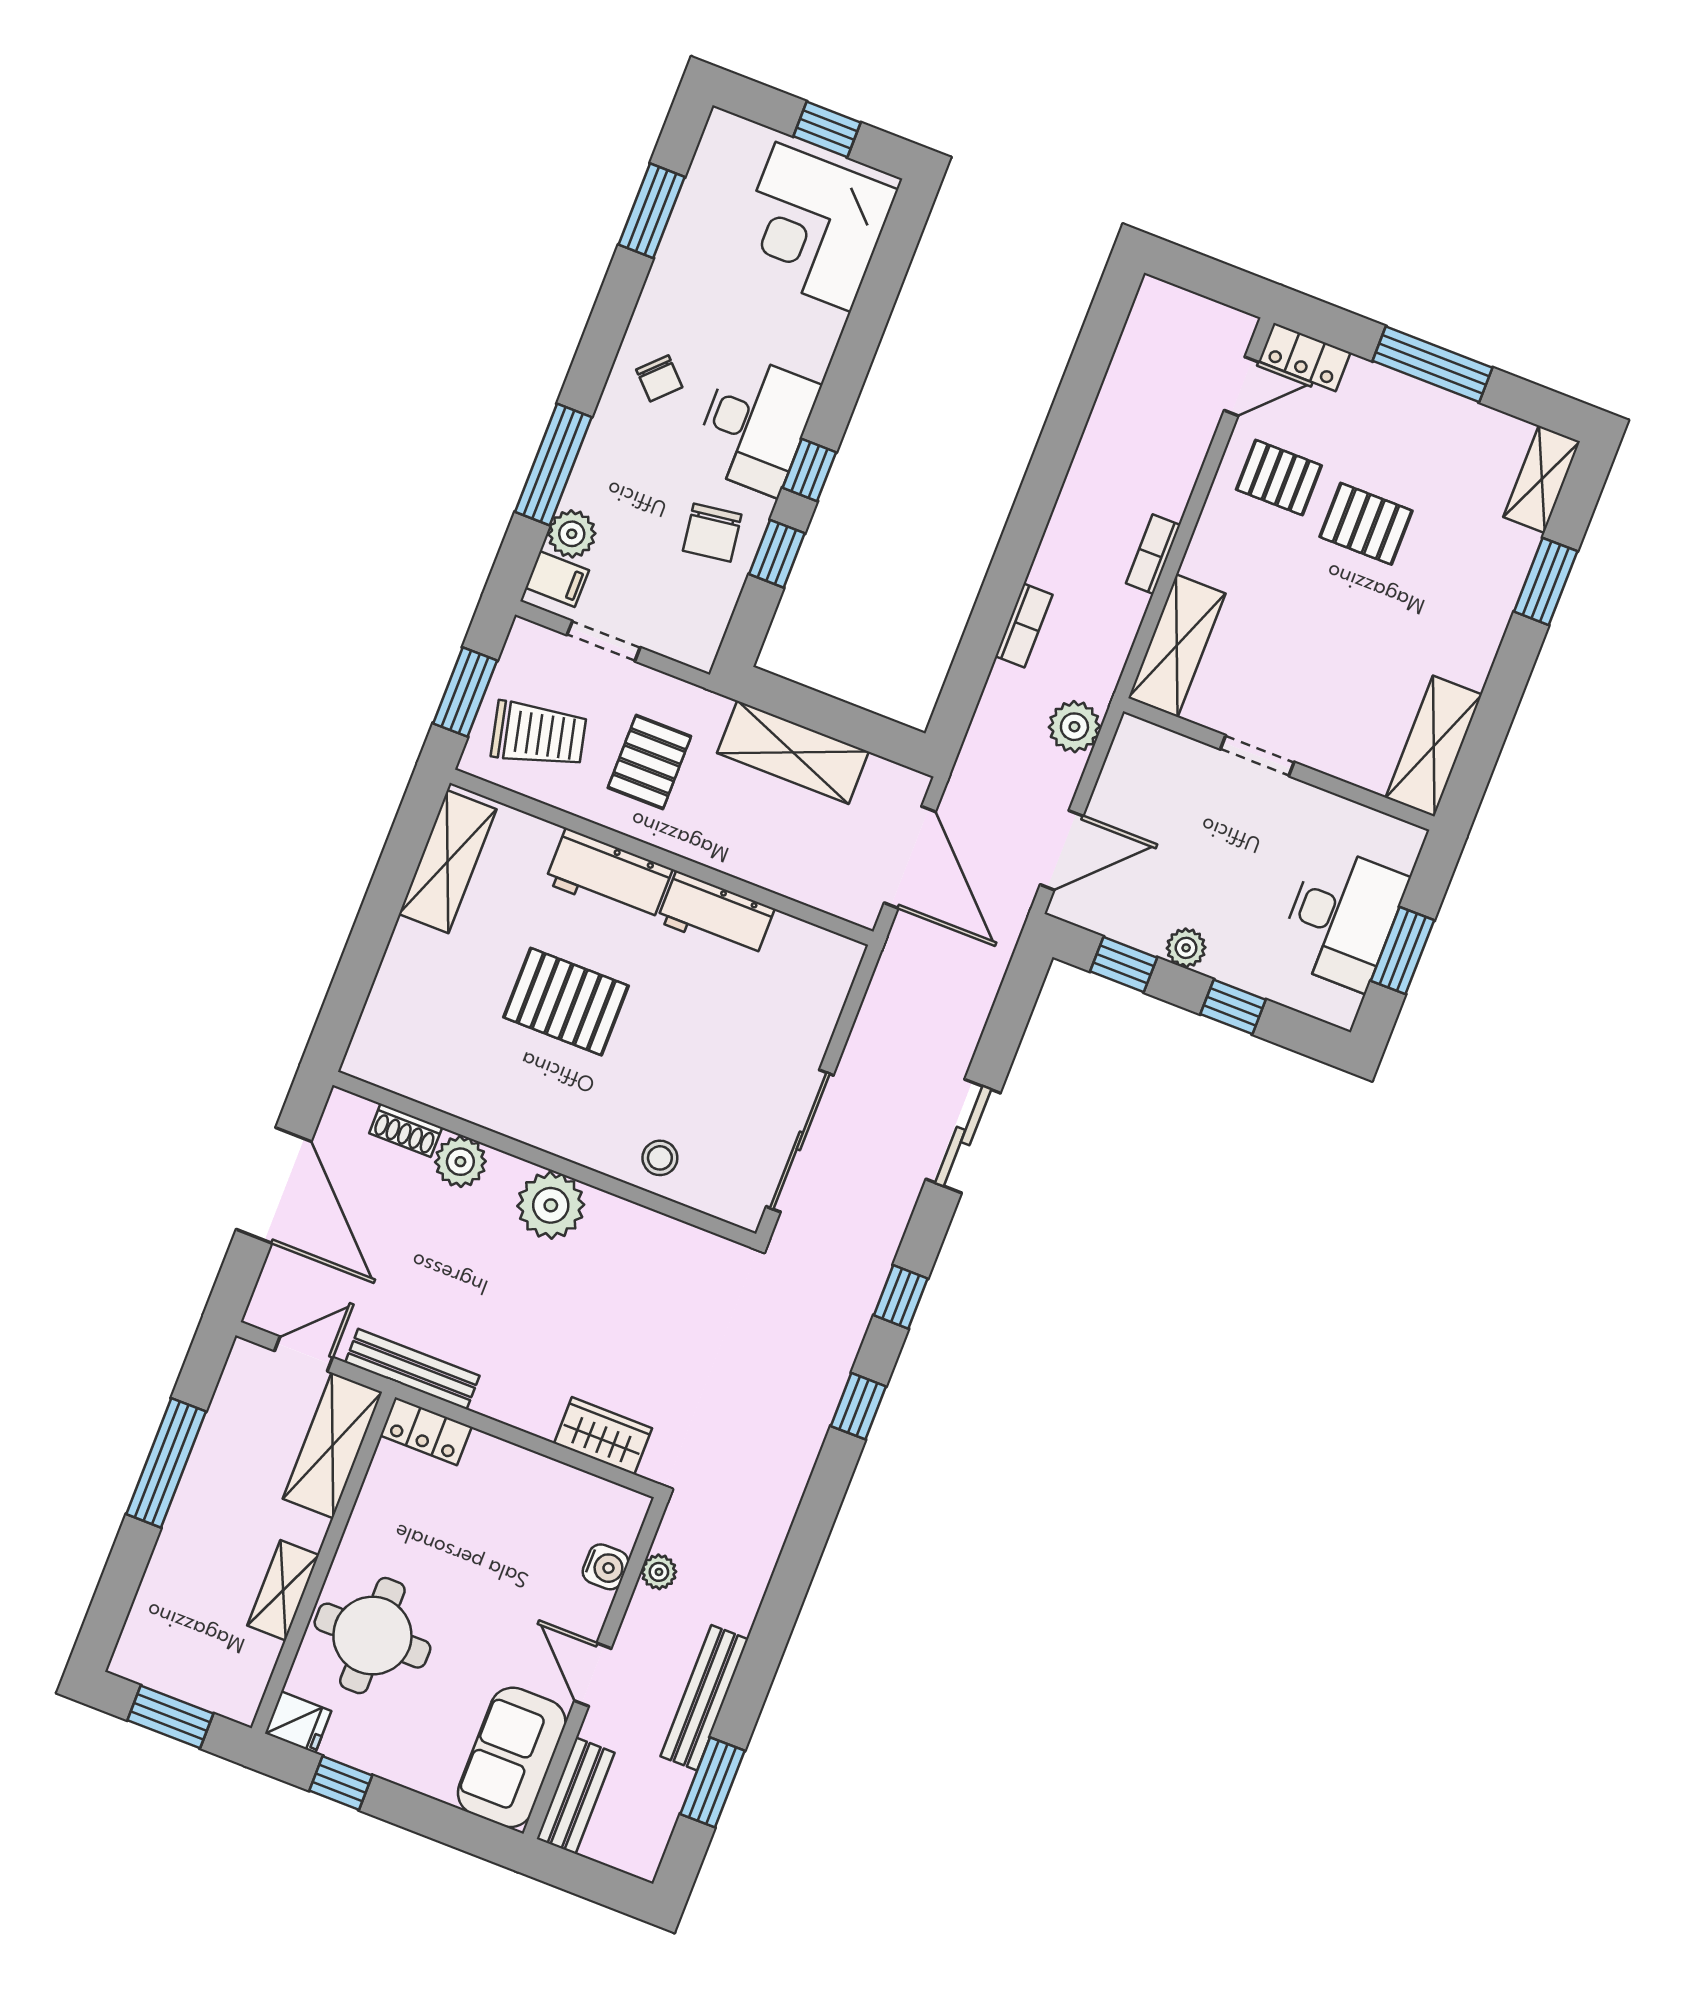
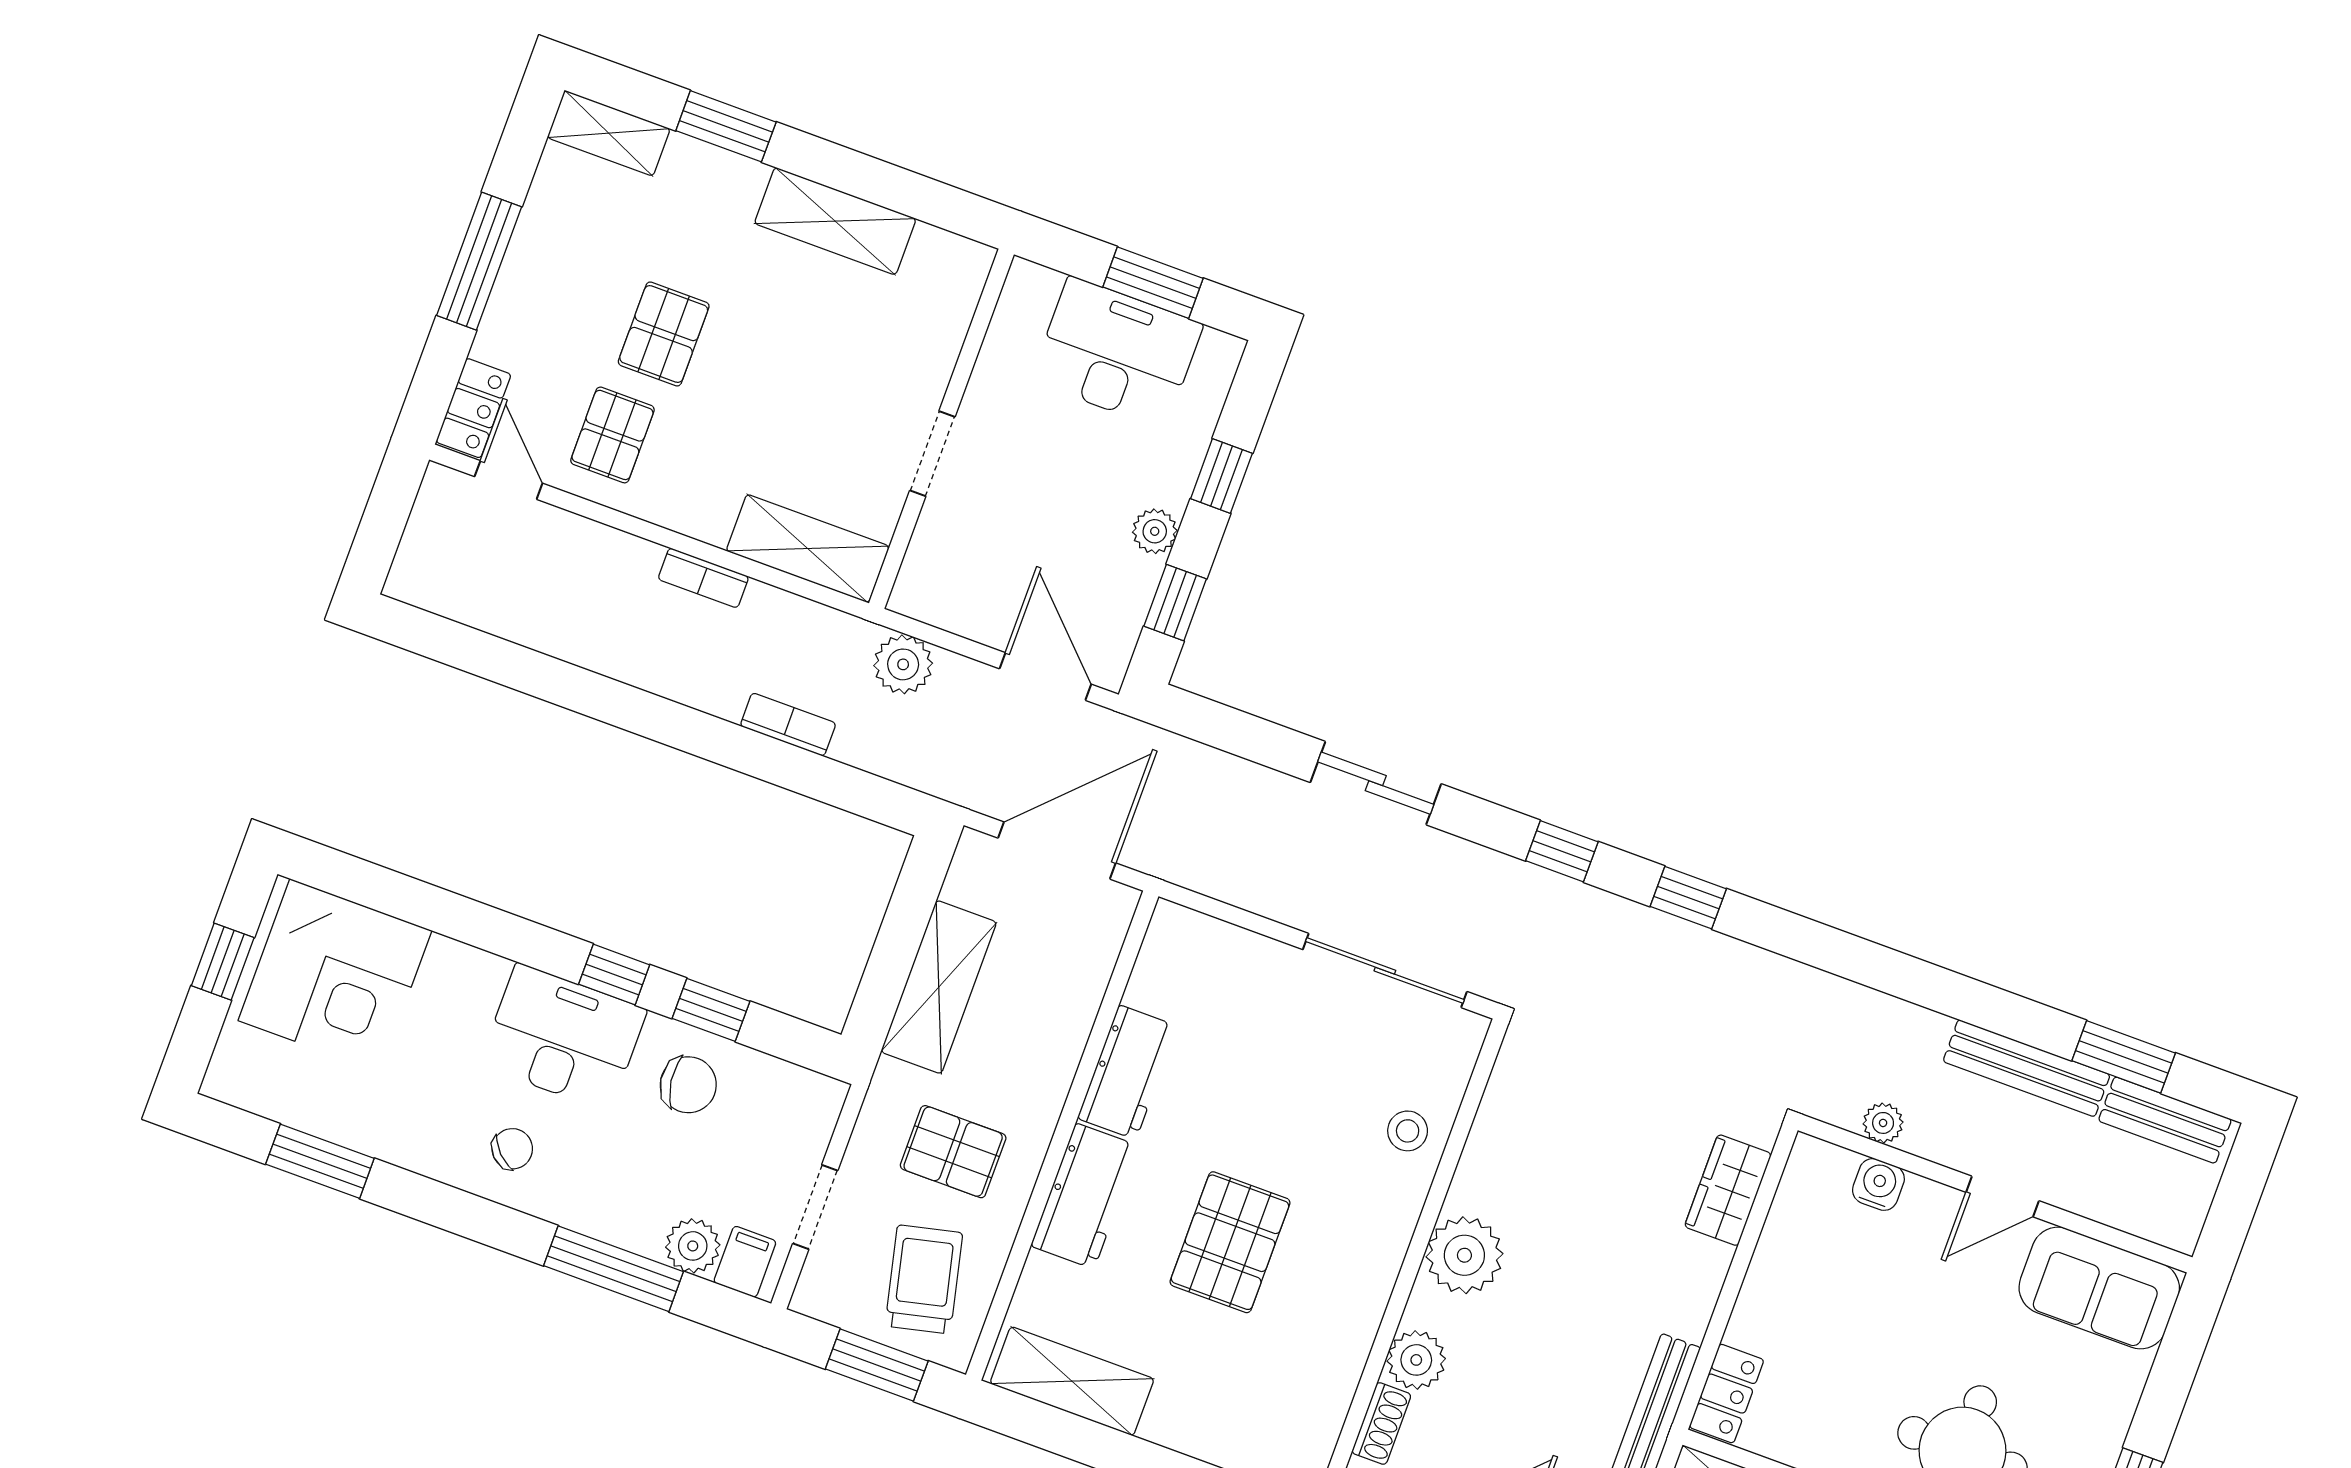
shelving: (1434, 746) -> (835, 221), moved
bench: (576, 1796) -> (2165, 1120), moved

